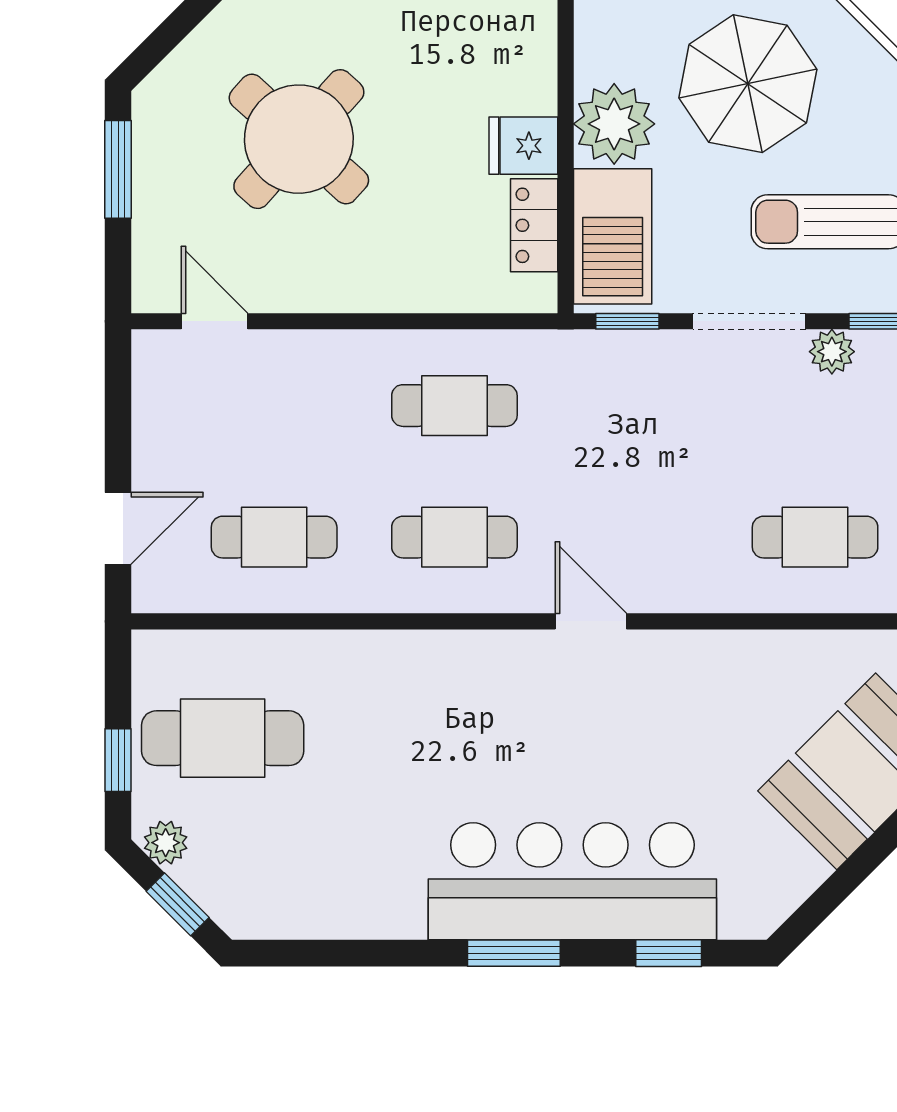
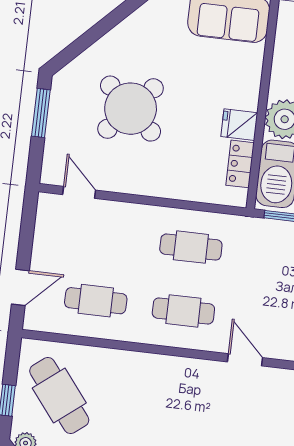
cafe table: (223, 738) -> (59, 396), turned 52

